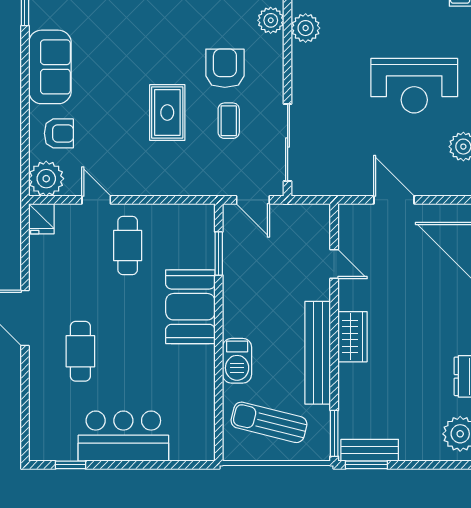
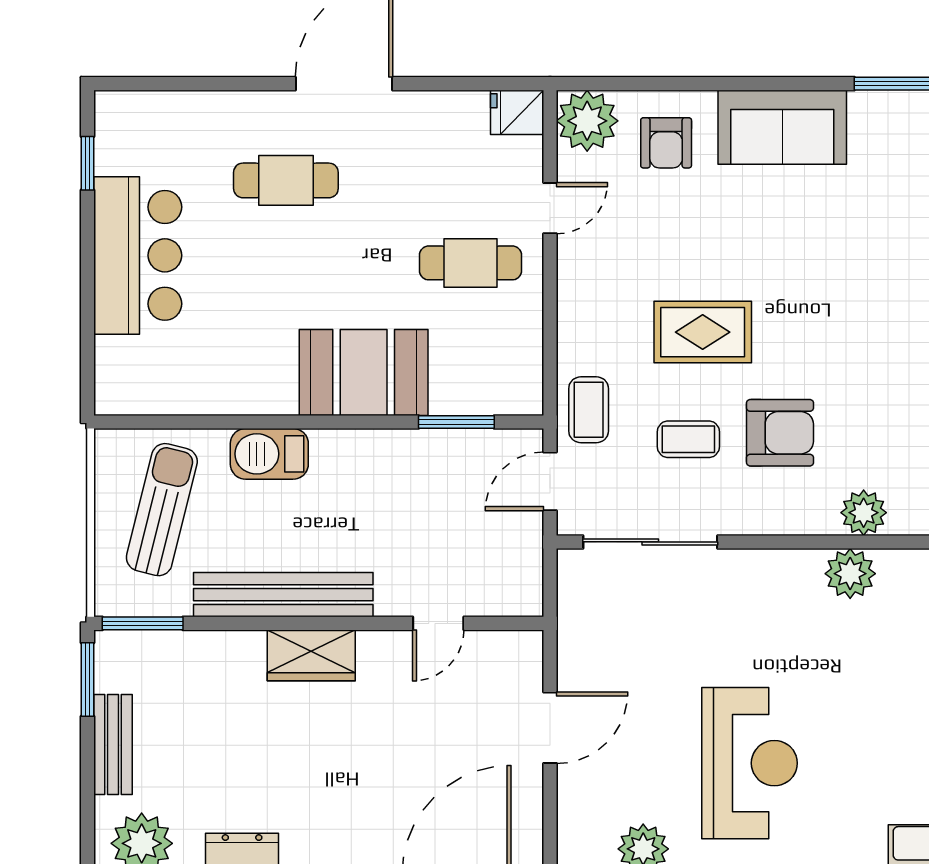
reception desk: (414, 86) -> (750, 763), turned 180
coffee table: (212, 178) -> (589, 410), added
bench: (370, 450) -> (113, 744), moved

